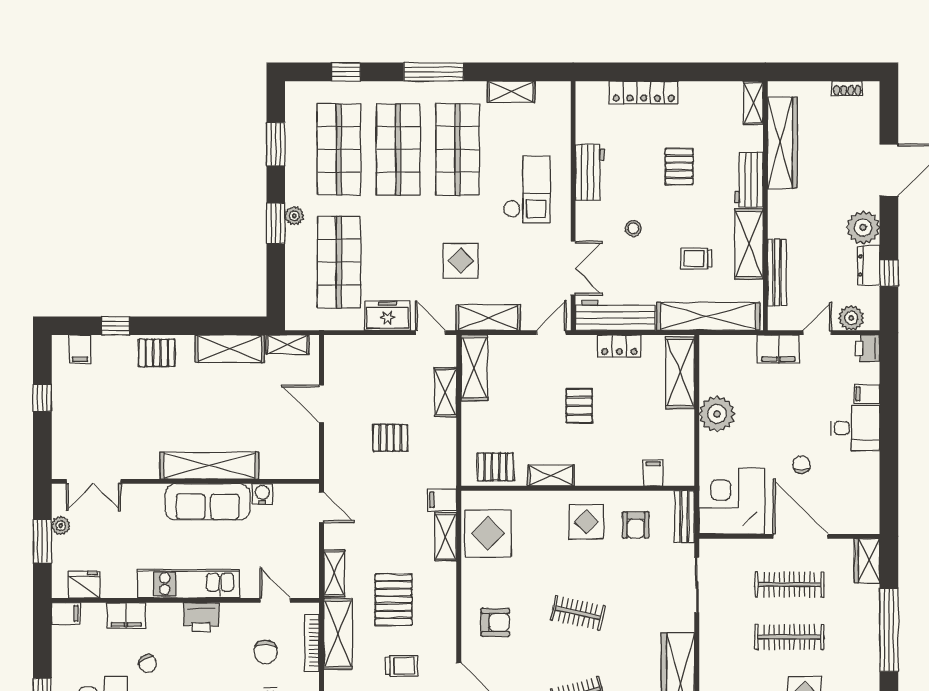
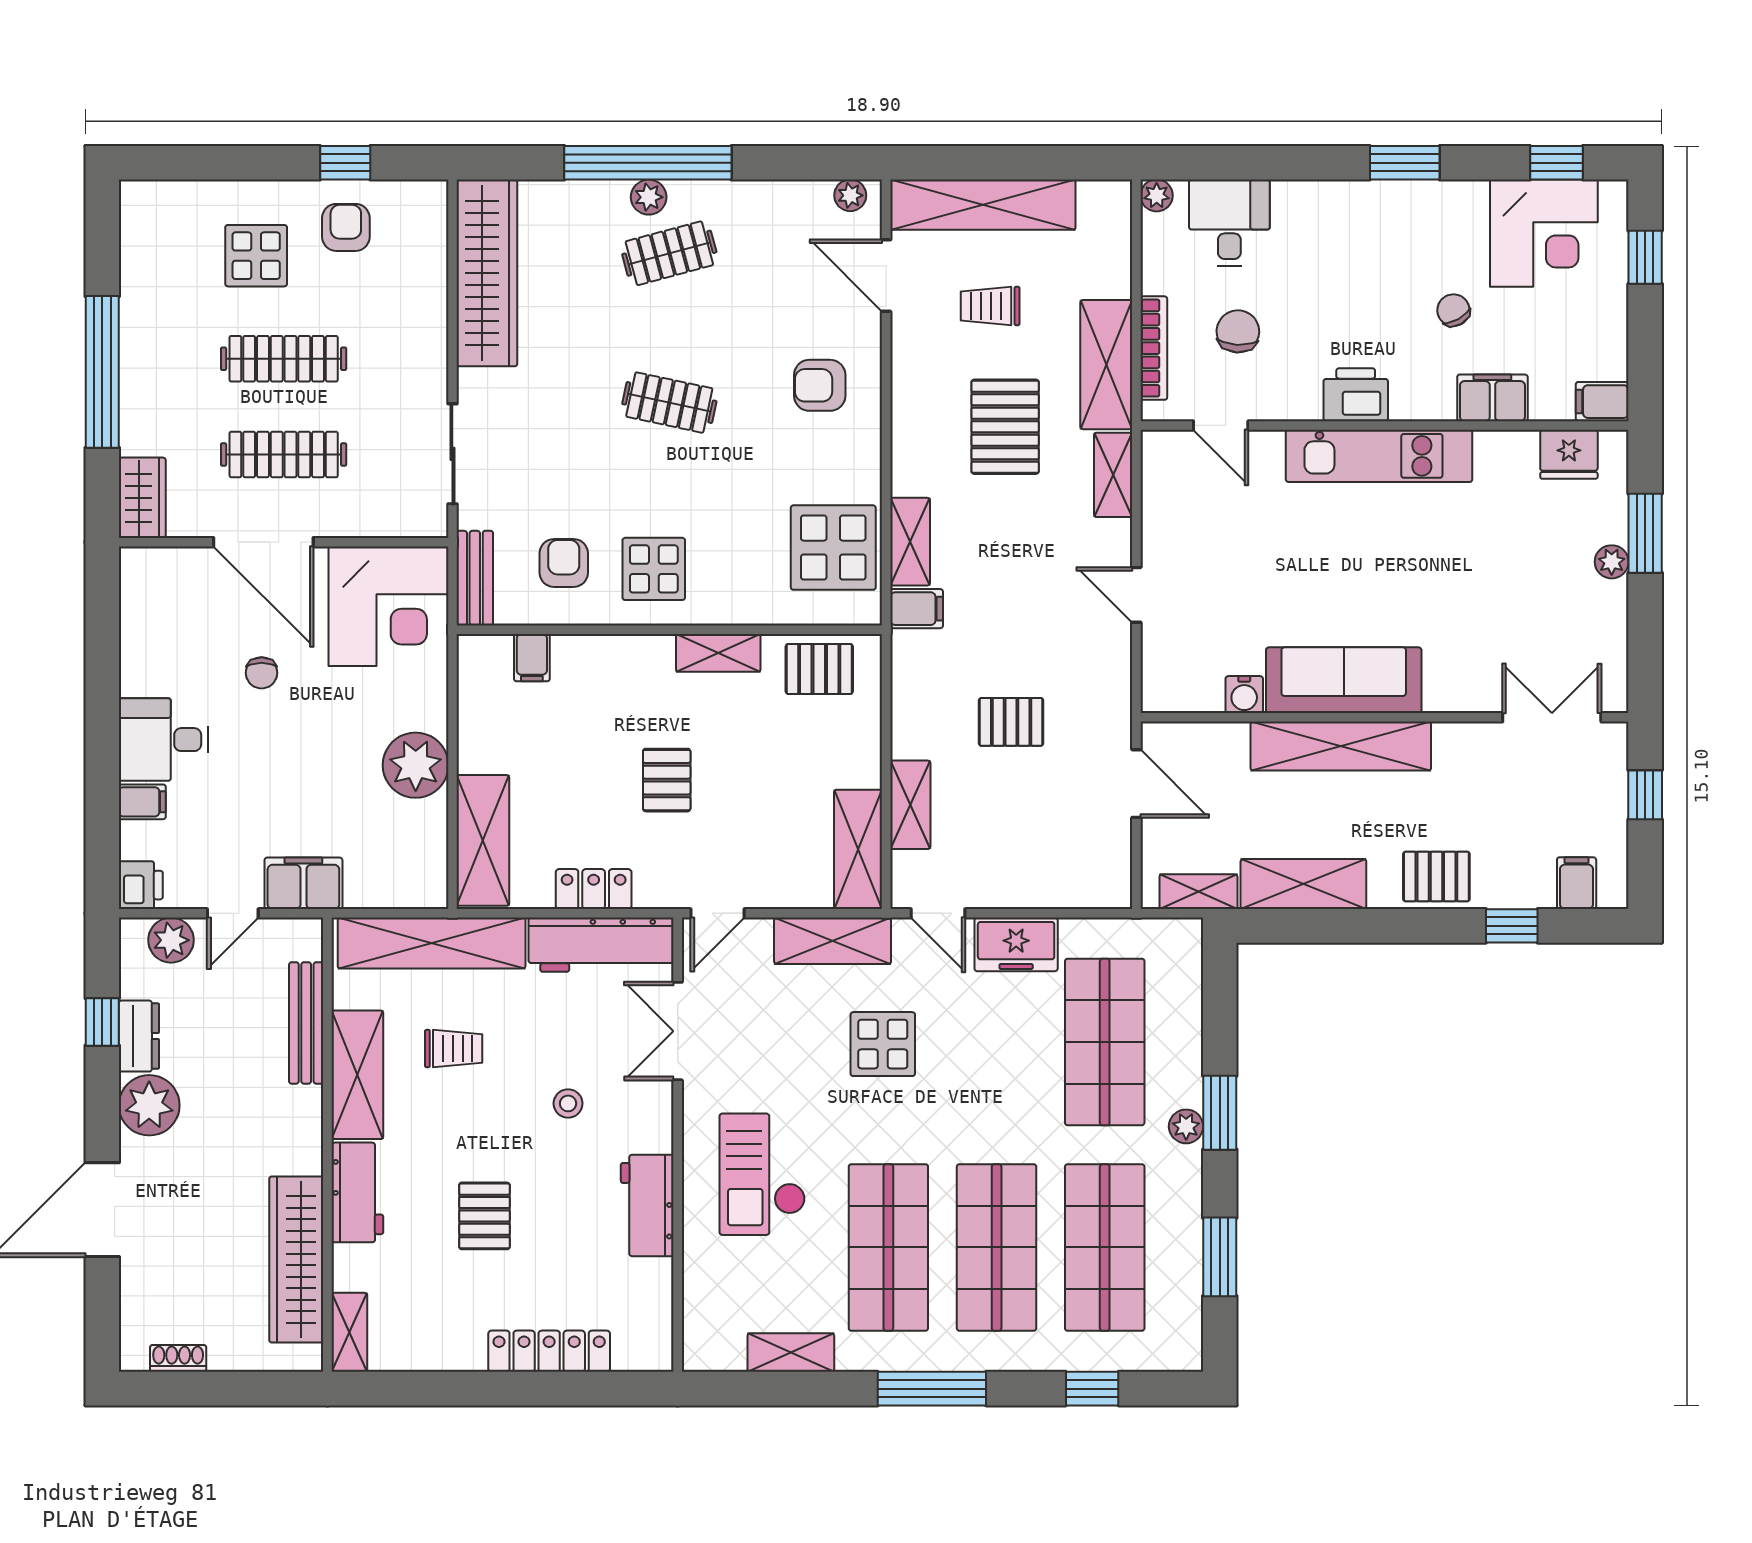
shelving: (209, 466) -> (1341, 746), moved
double door: (94, 481) -> (1552, 717), moved
wall: (185, 481) -> (1384, 717), moved
water cooler: (262, 494) -> (1244, 695), moved
sofa: (208, 502) -> (1344, 680), moved

